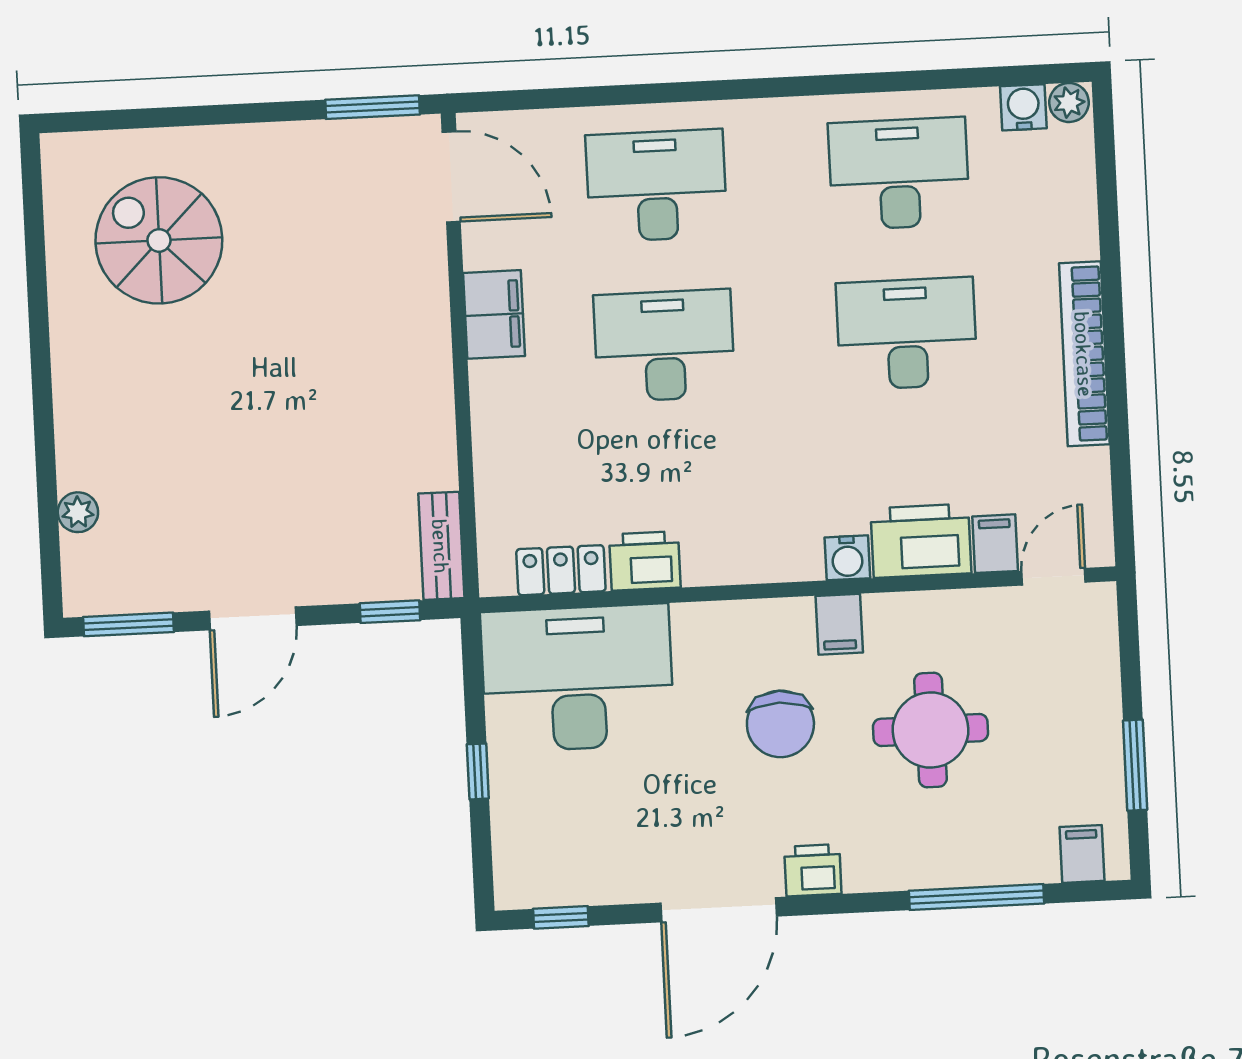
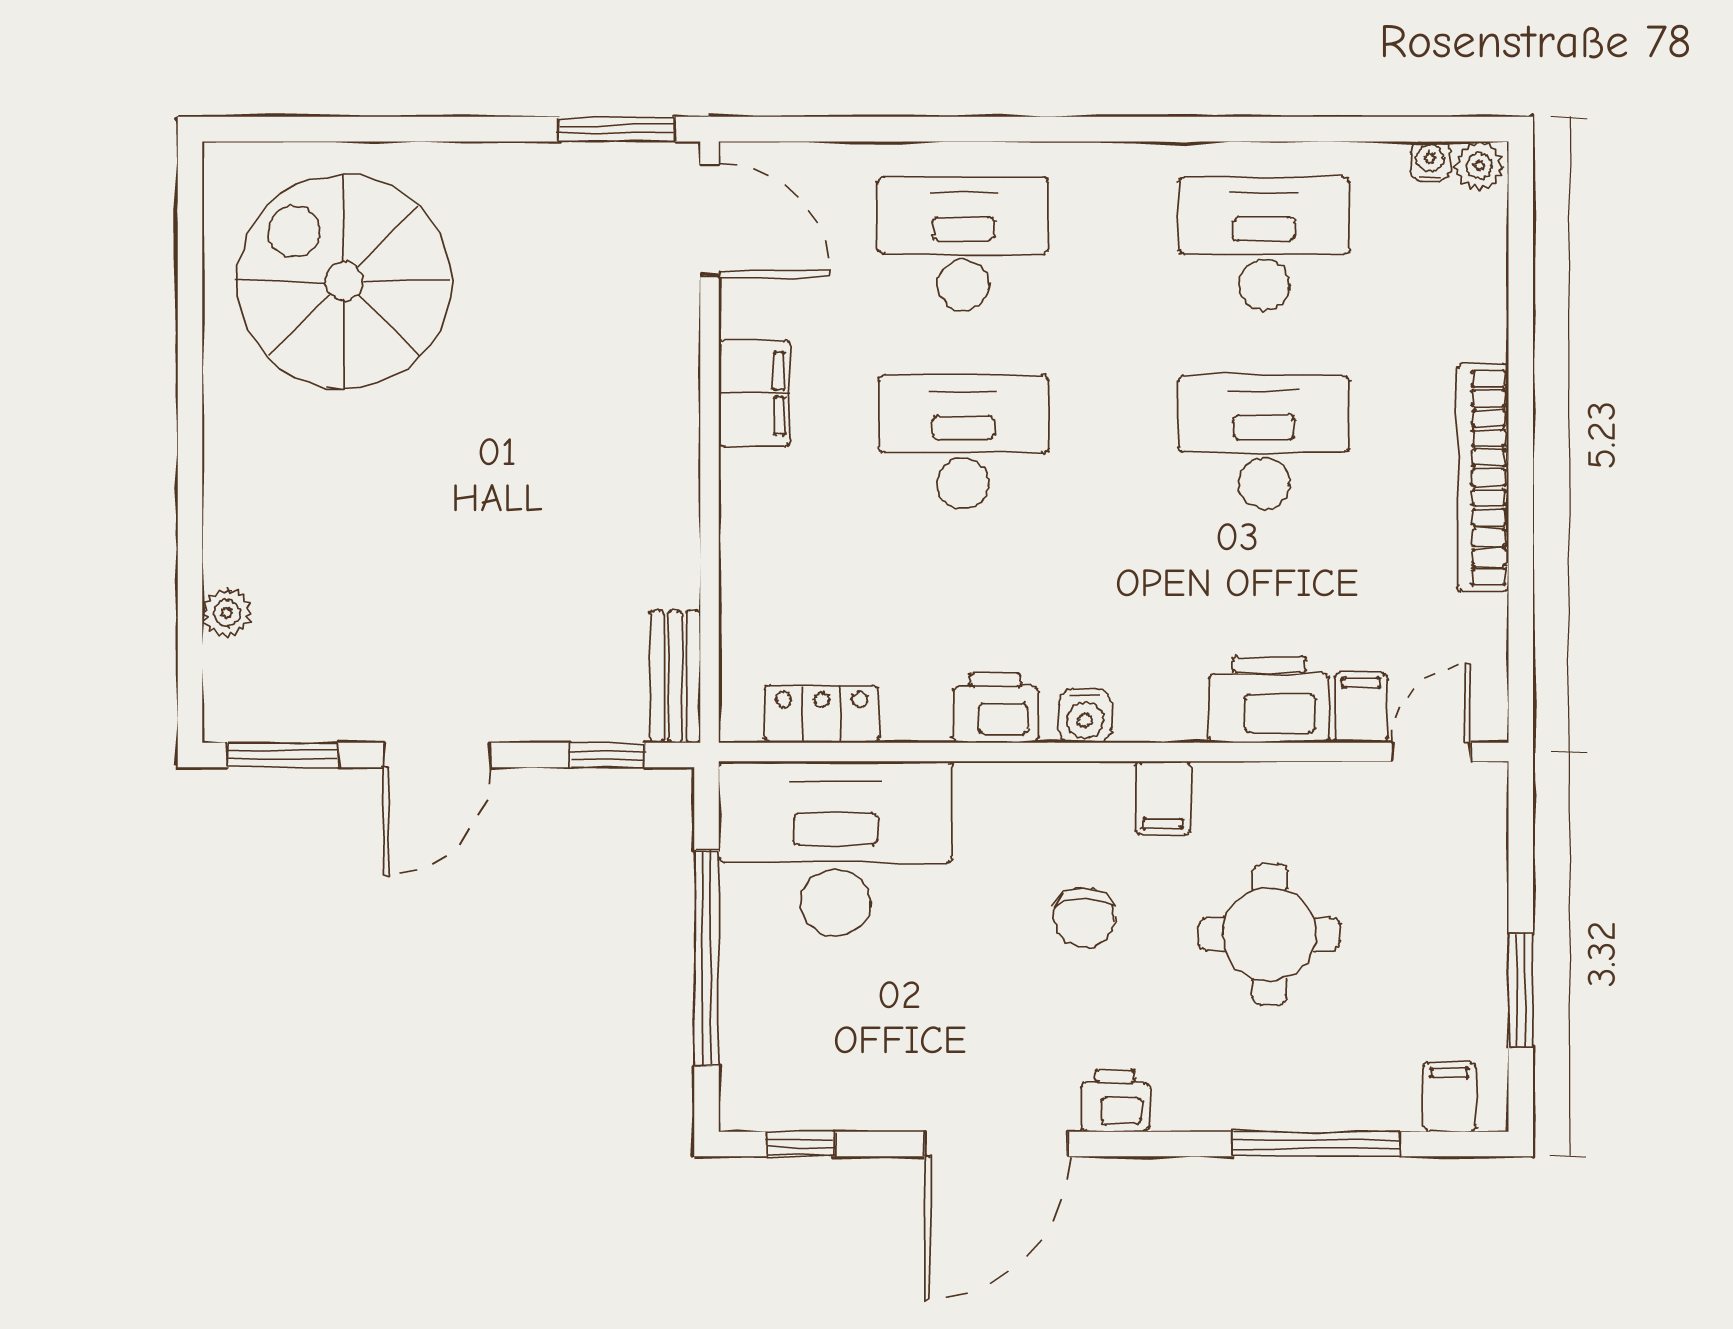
water cooler: (1023, 107) -> (1430, 161), width x0.72, depth x0.72
spiral stairs: (159, 240) -> (344, 281), width x1.37, depth x1.37
water cooler: (847, 558) -> (1085, 716), moved
printer: (645, 561) -> (995, 708), moved
chair: (780, 724) -> (1084, 918), width x0.73, depth x0.73
window: (478, 771) -> (706, 958), width x3.17

